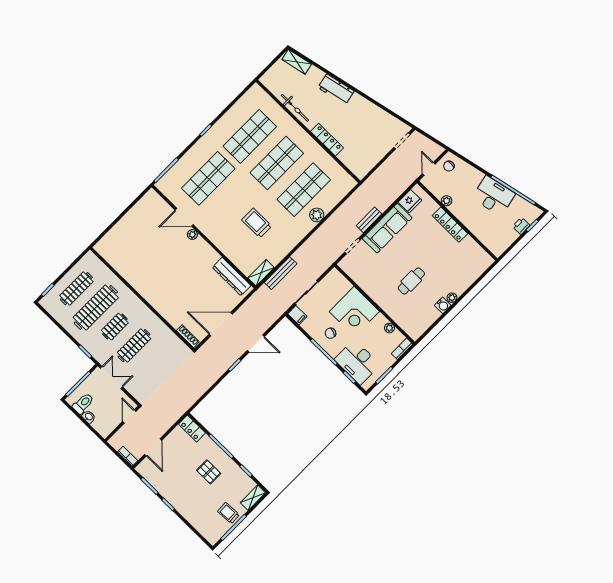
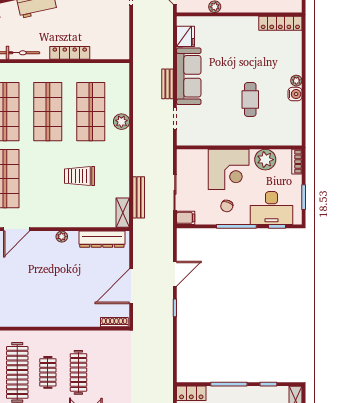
locker: (450, 225) -> (280, 23), moved
plant: (192, 235) -> (62, 237), moved
plant: (389, 328) -> (265, 160), width x1.88, depth x1.88

